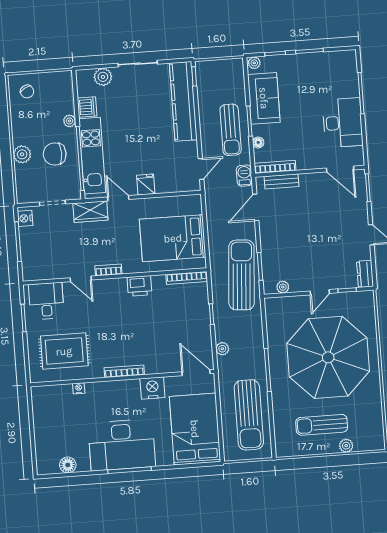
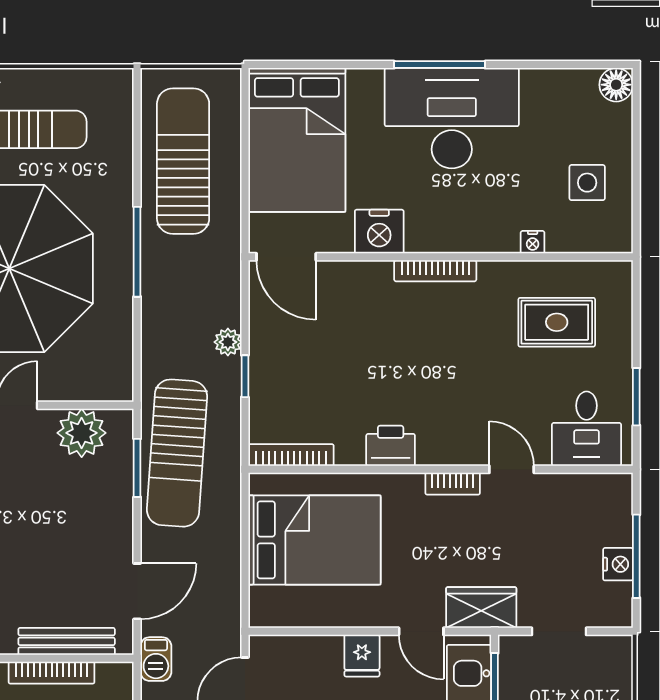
bookcase: (275, 167) -> (52, 673), moved
bench: (282, 181) -> (67, 641), width x1.36
nightstand: (25, 218) -> (618, 564), moved
plant: (283, 287) -> (82, 433), width x1.87, depth x1.87
plant: (222, 349) -> (228, 342), moved
rug: (64, 351) -> (557, 322), width x0.73, depth x0.70
side table: (55, 419) -> (587, 183), added
floor lamp: (68, 465) -> (616, 85), moved

